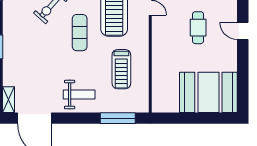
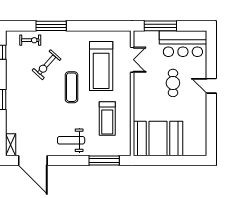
booth: (208, 92) -> (158, 138), moved
weight bench: (79, 95) -> (71, 140), turned 180

